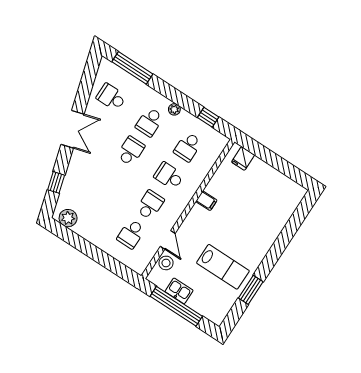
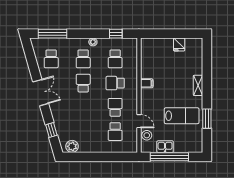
school desk: (111, 97) -> (51, 59), turned -90
fridge: (243, 158) -> (179, 44), moved
shelving: (266, 243) -> (198, 85), added

